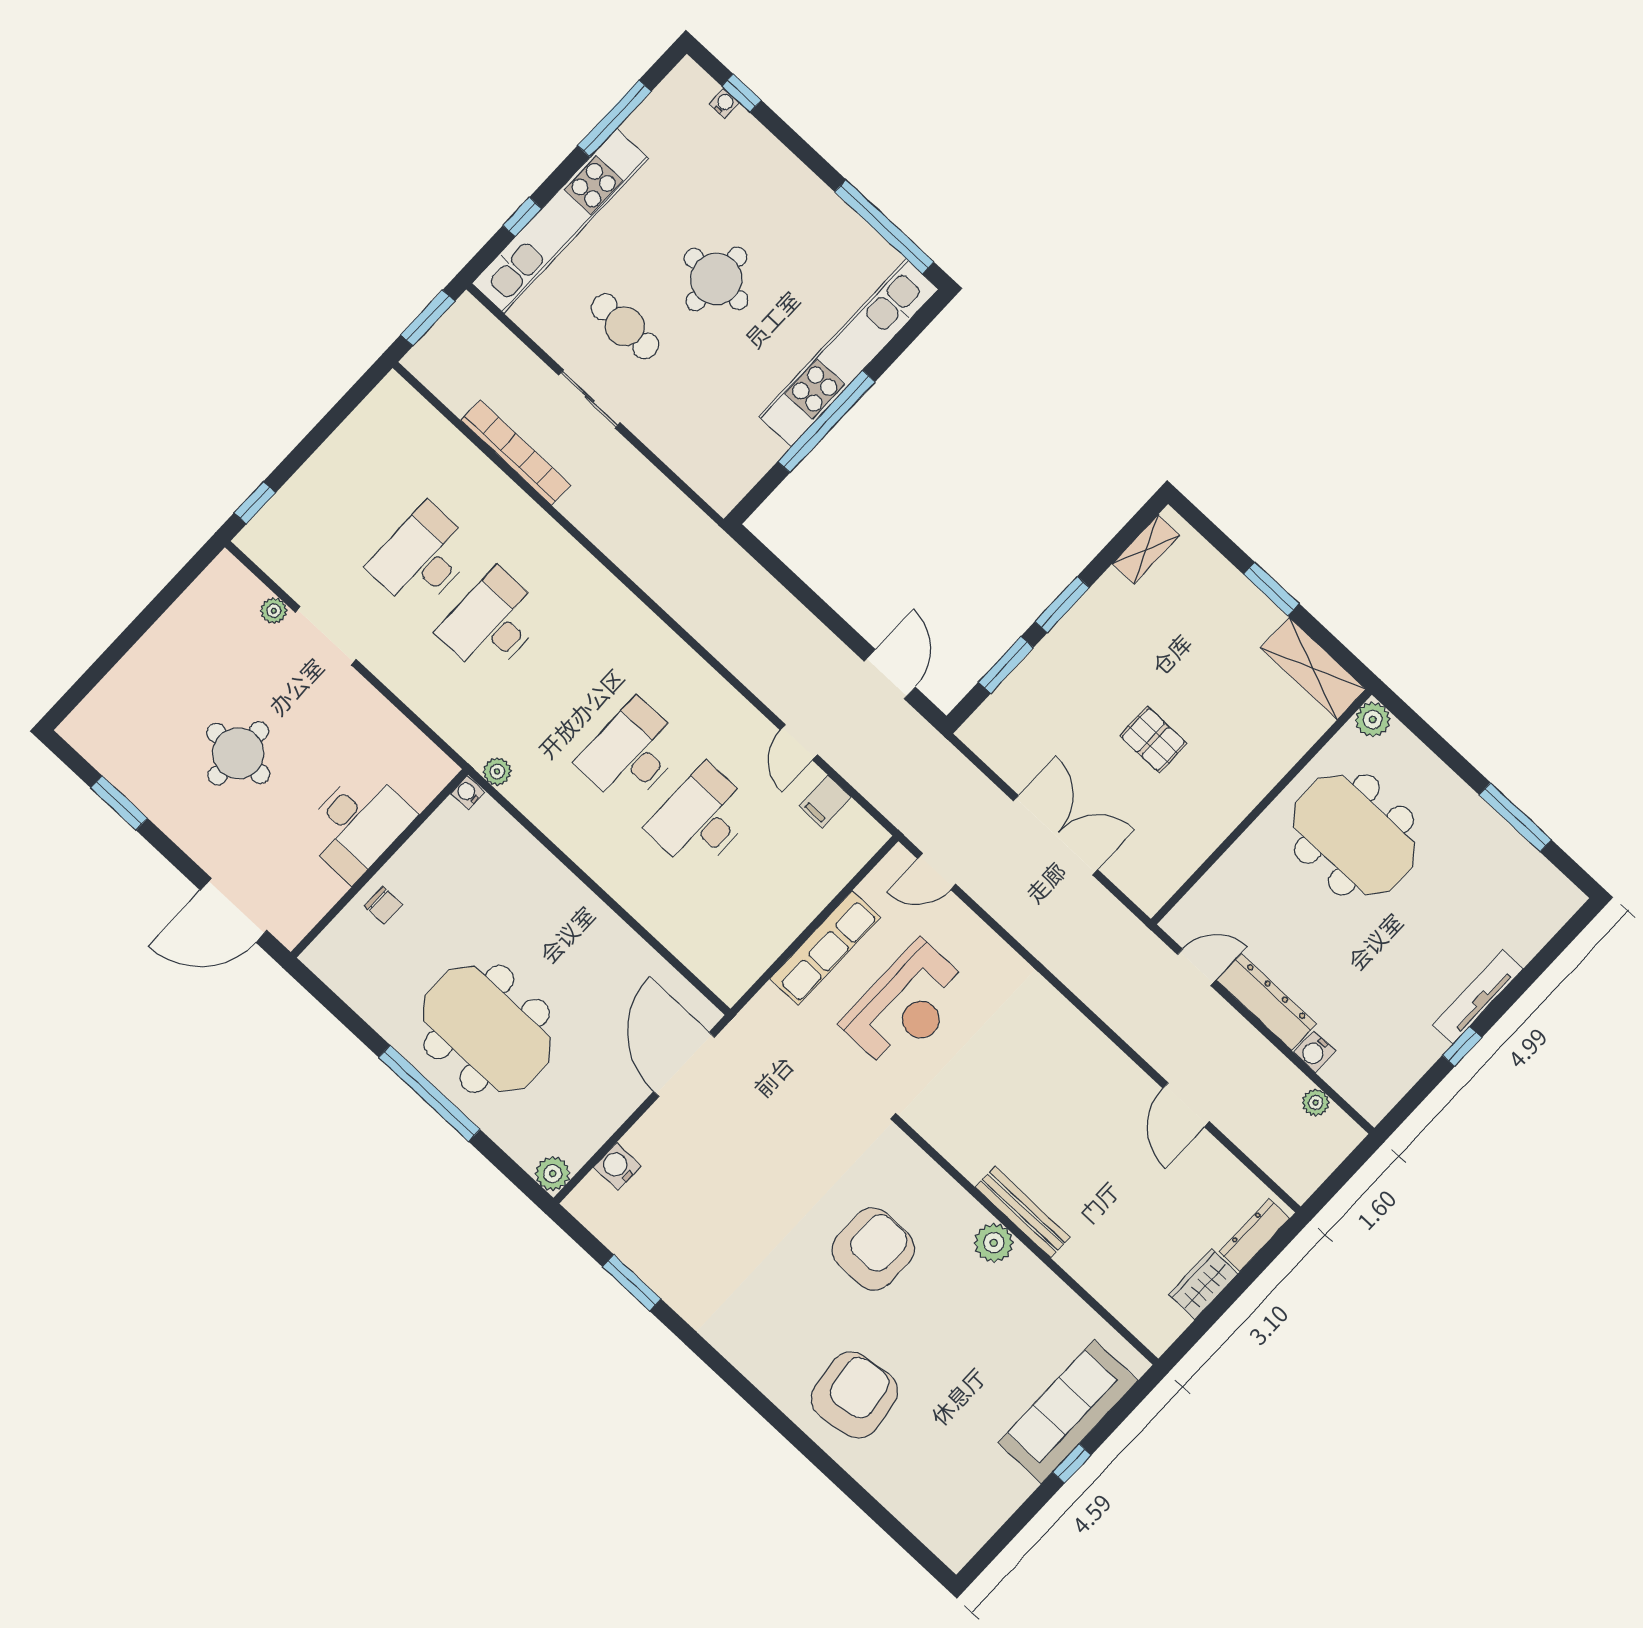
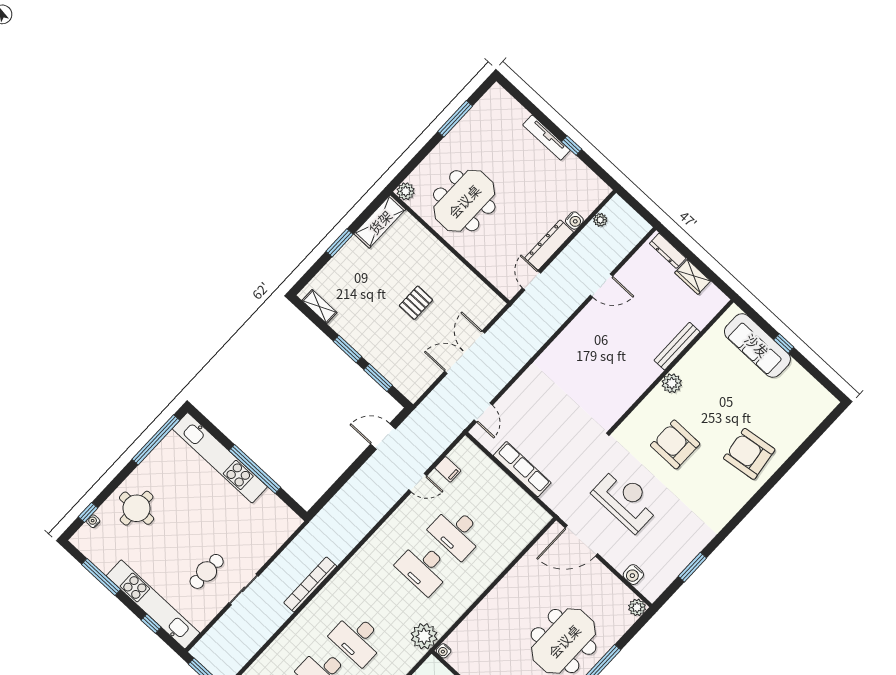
round table: (716, 279) -> (137, 508), moved
bookcase: (516, 453) -> (310, 584), moved
plant: (497, 772) -> (424, 636), width x1.87, depth x1.87
reception desk: (906, 1006) -> (626, 500), moved
bench: (1023, 1212) -> (677, 346), moved

